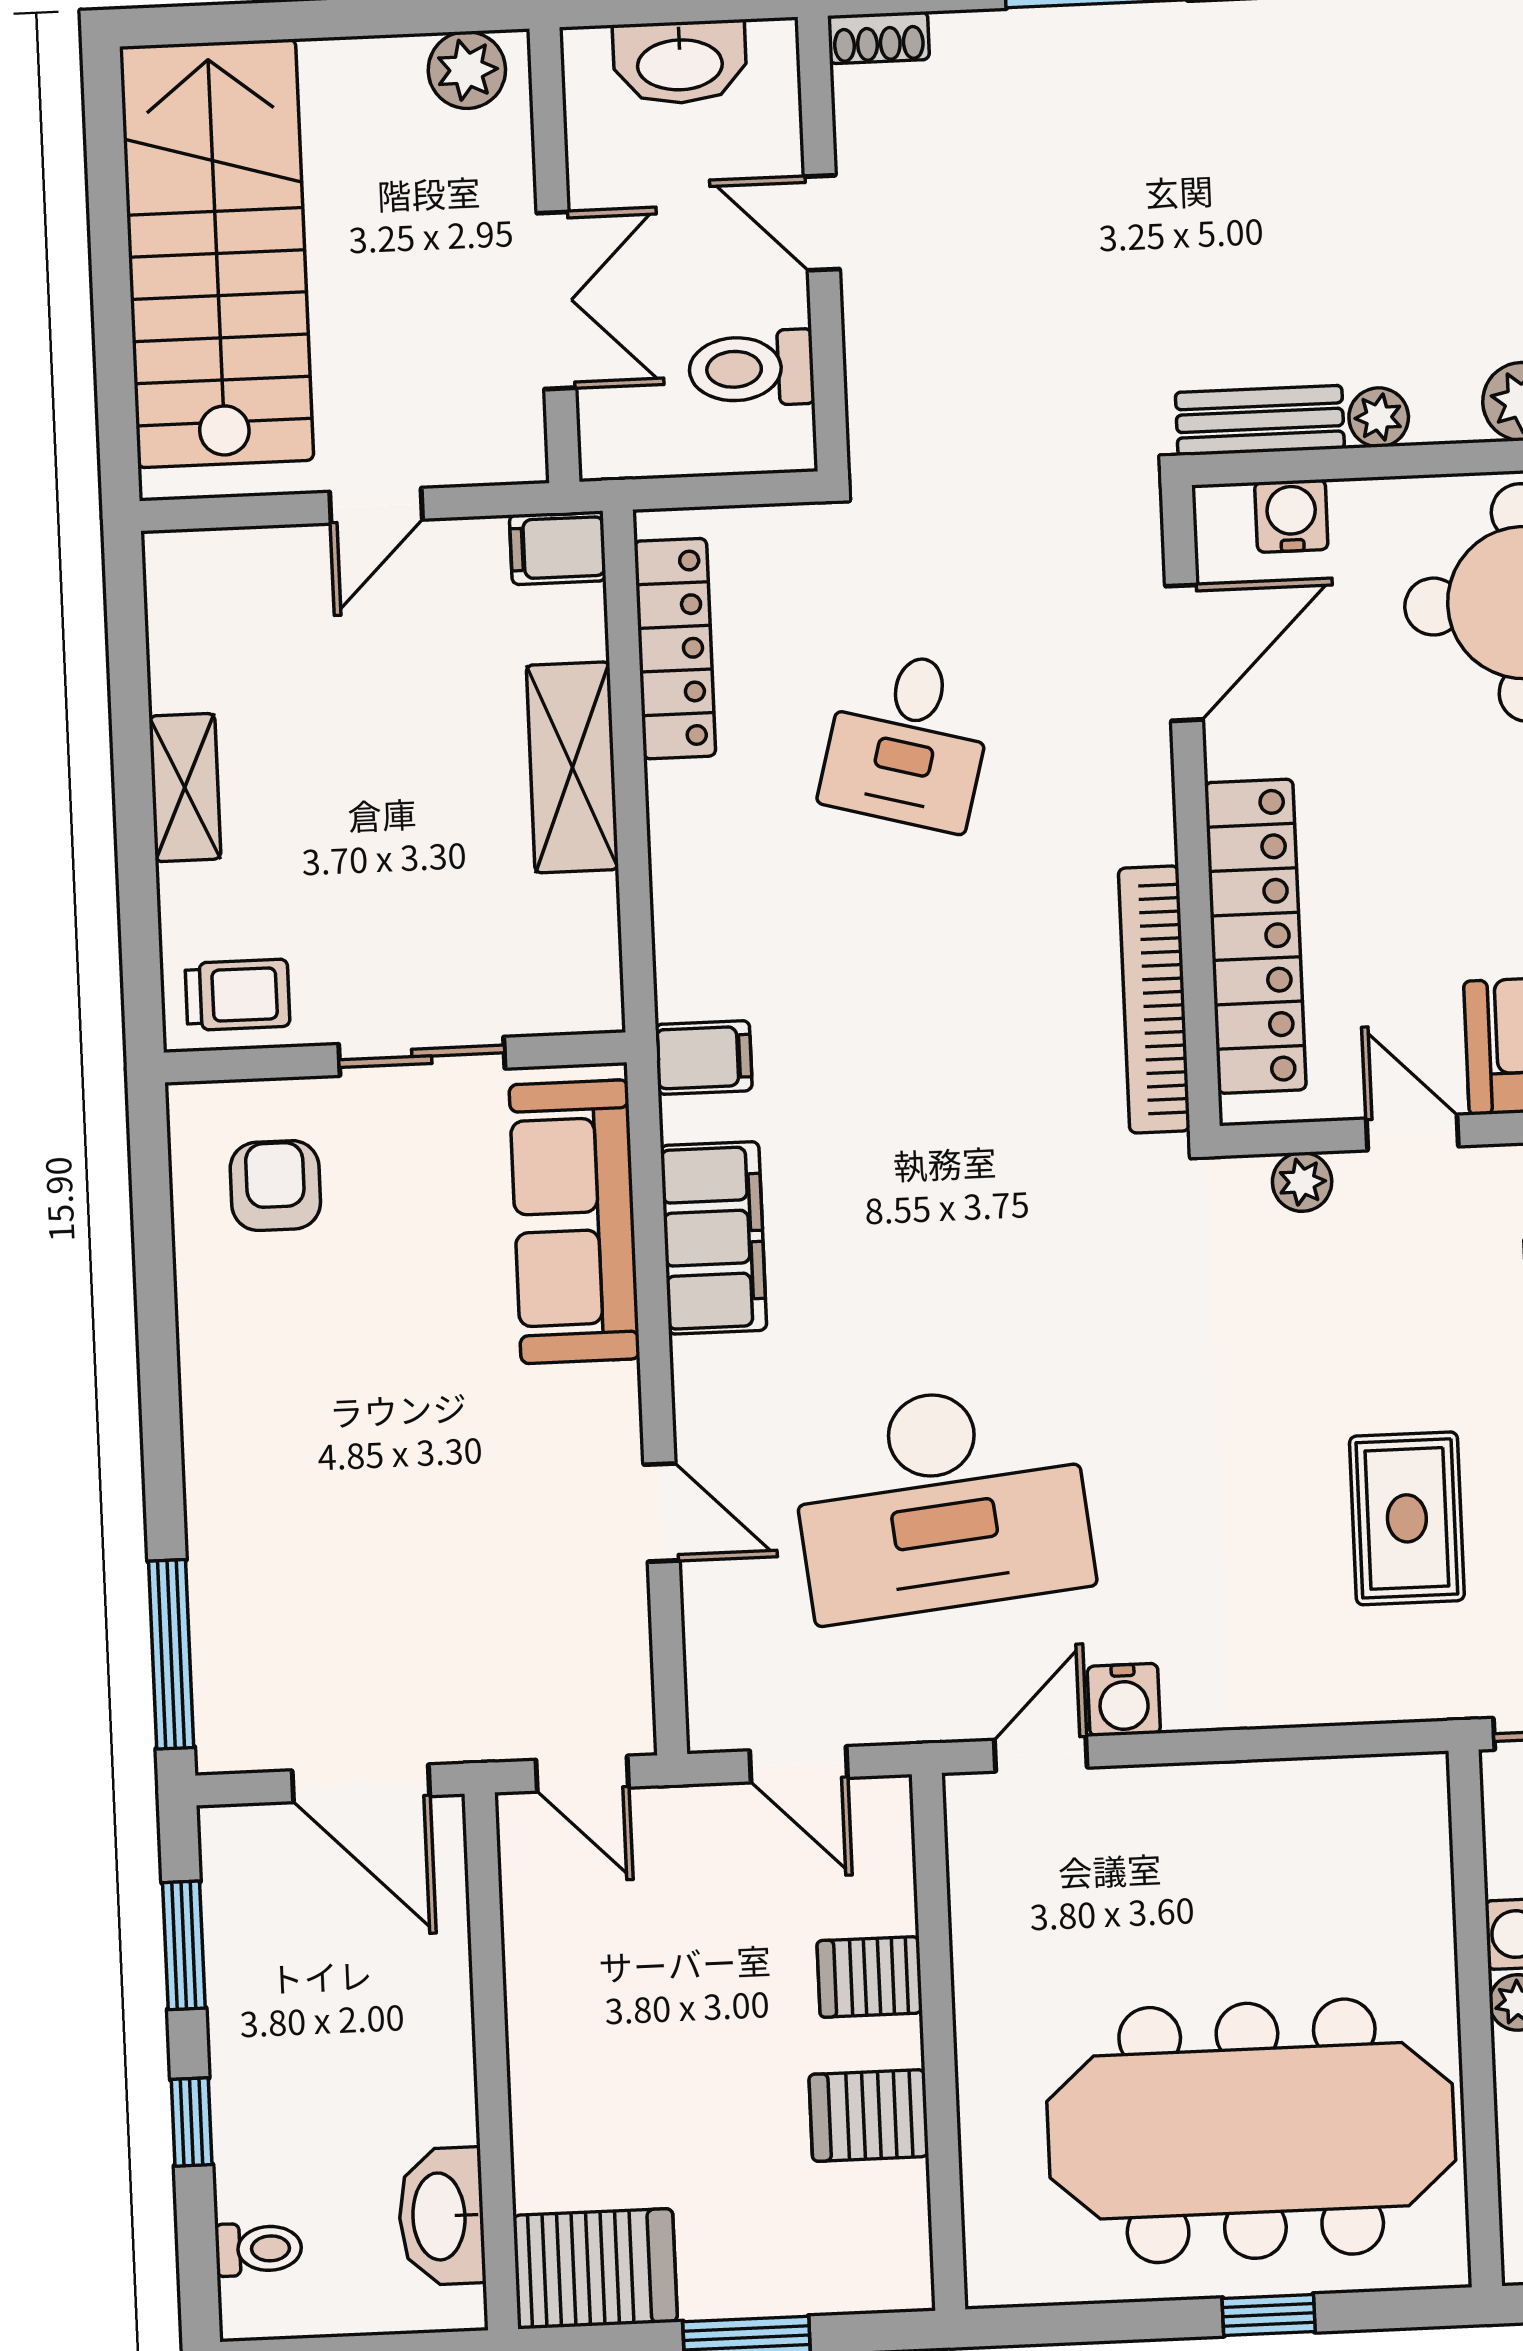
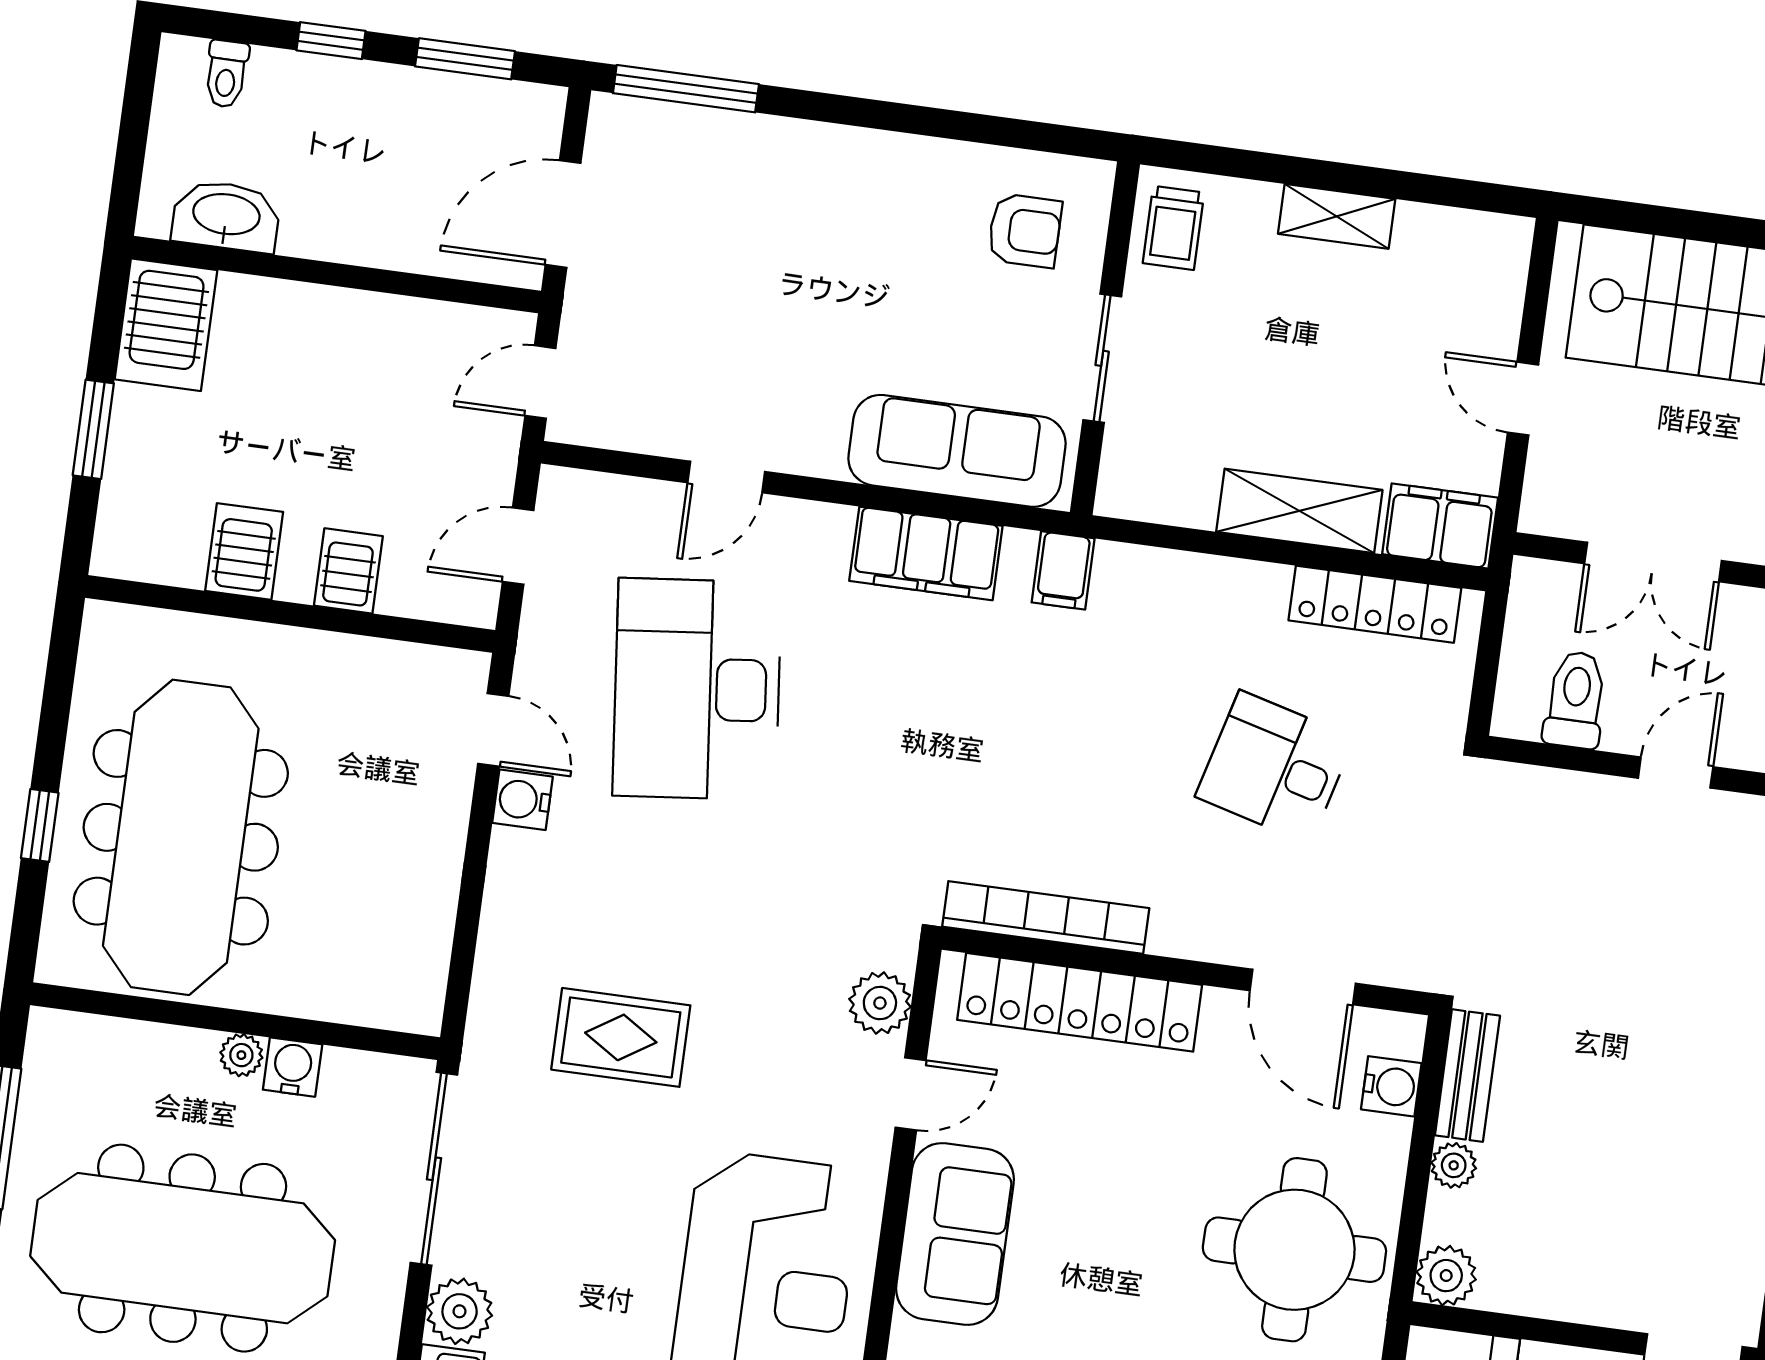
filing cabinet: (558, 548) -> (1440, 526), width x2.00
plant: (1302, 1182) -> (880, 1003), width x1.38, depth x1.38

